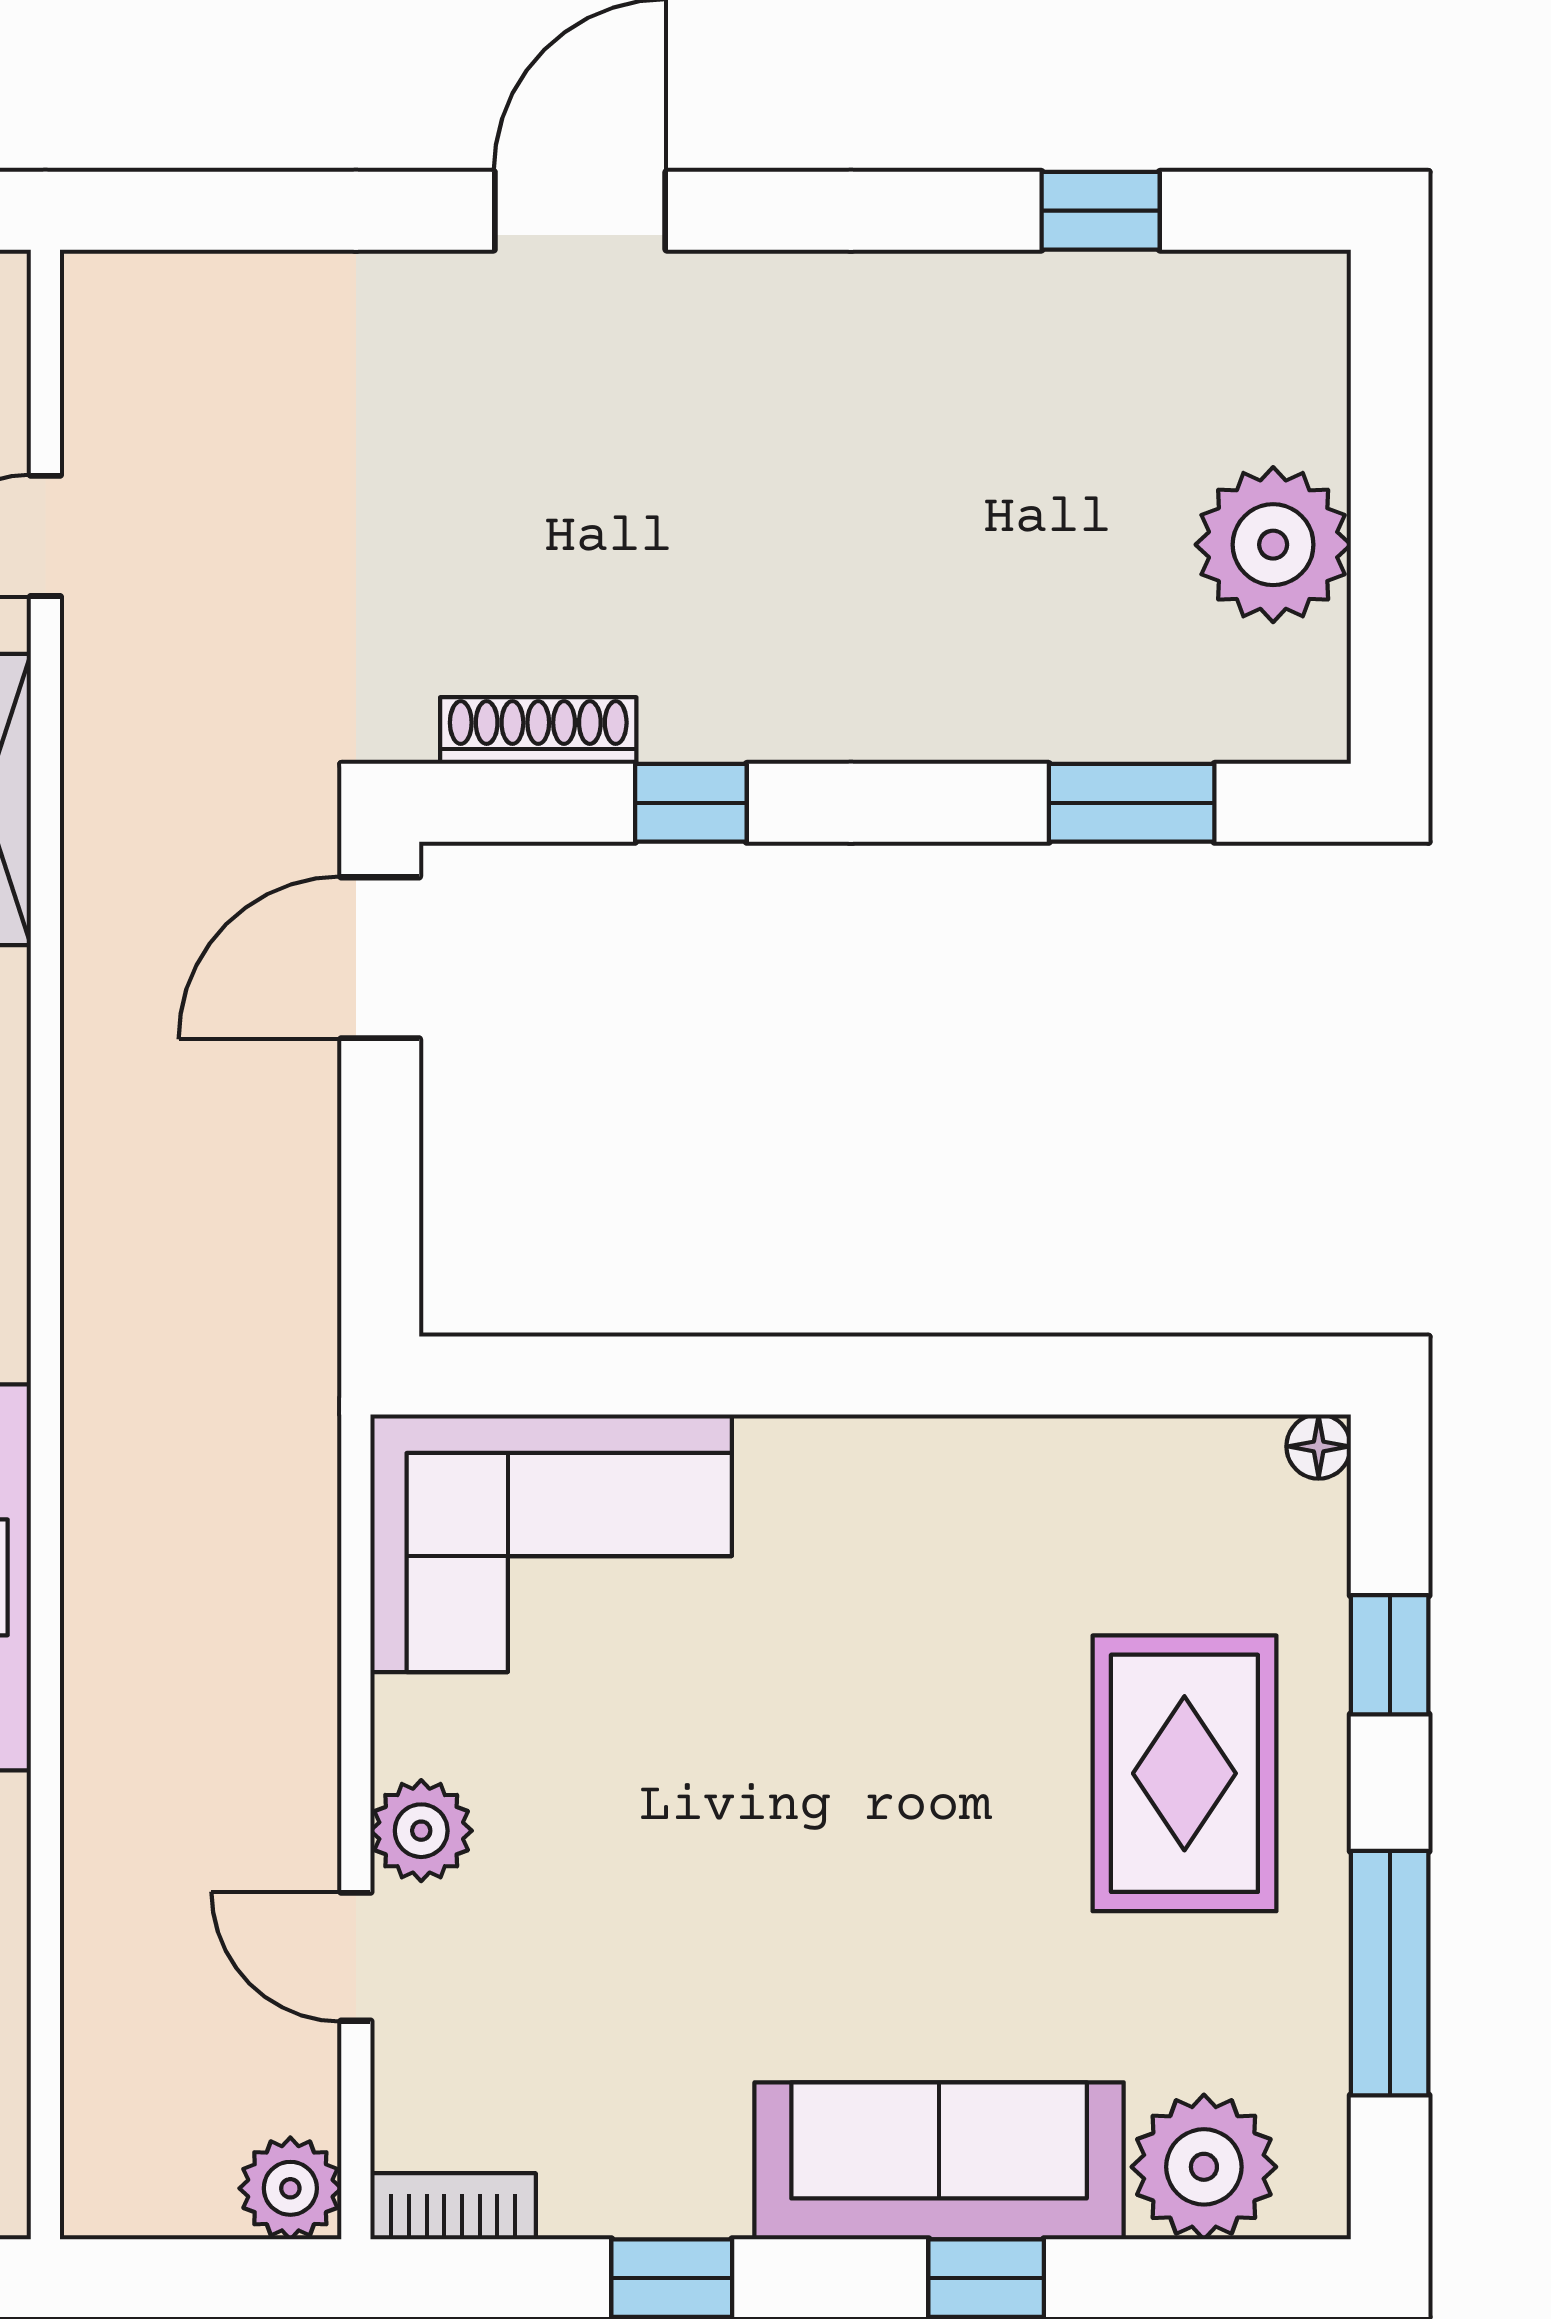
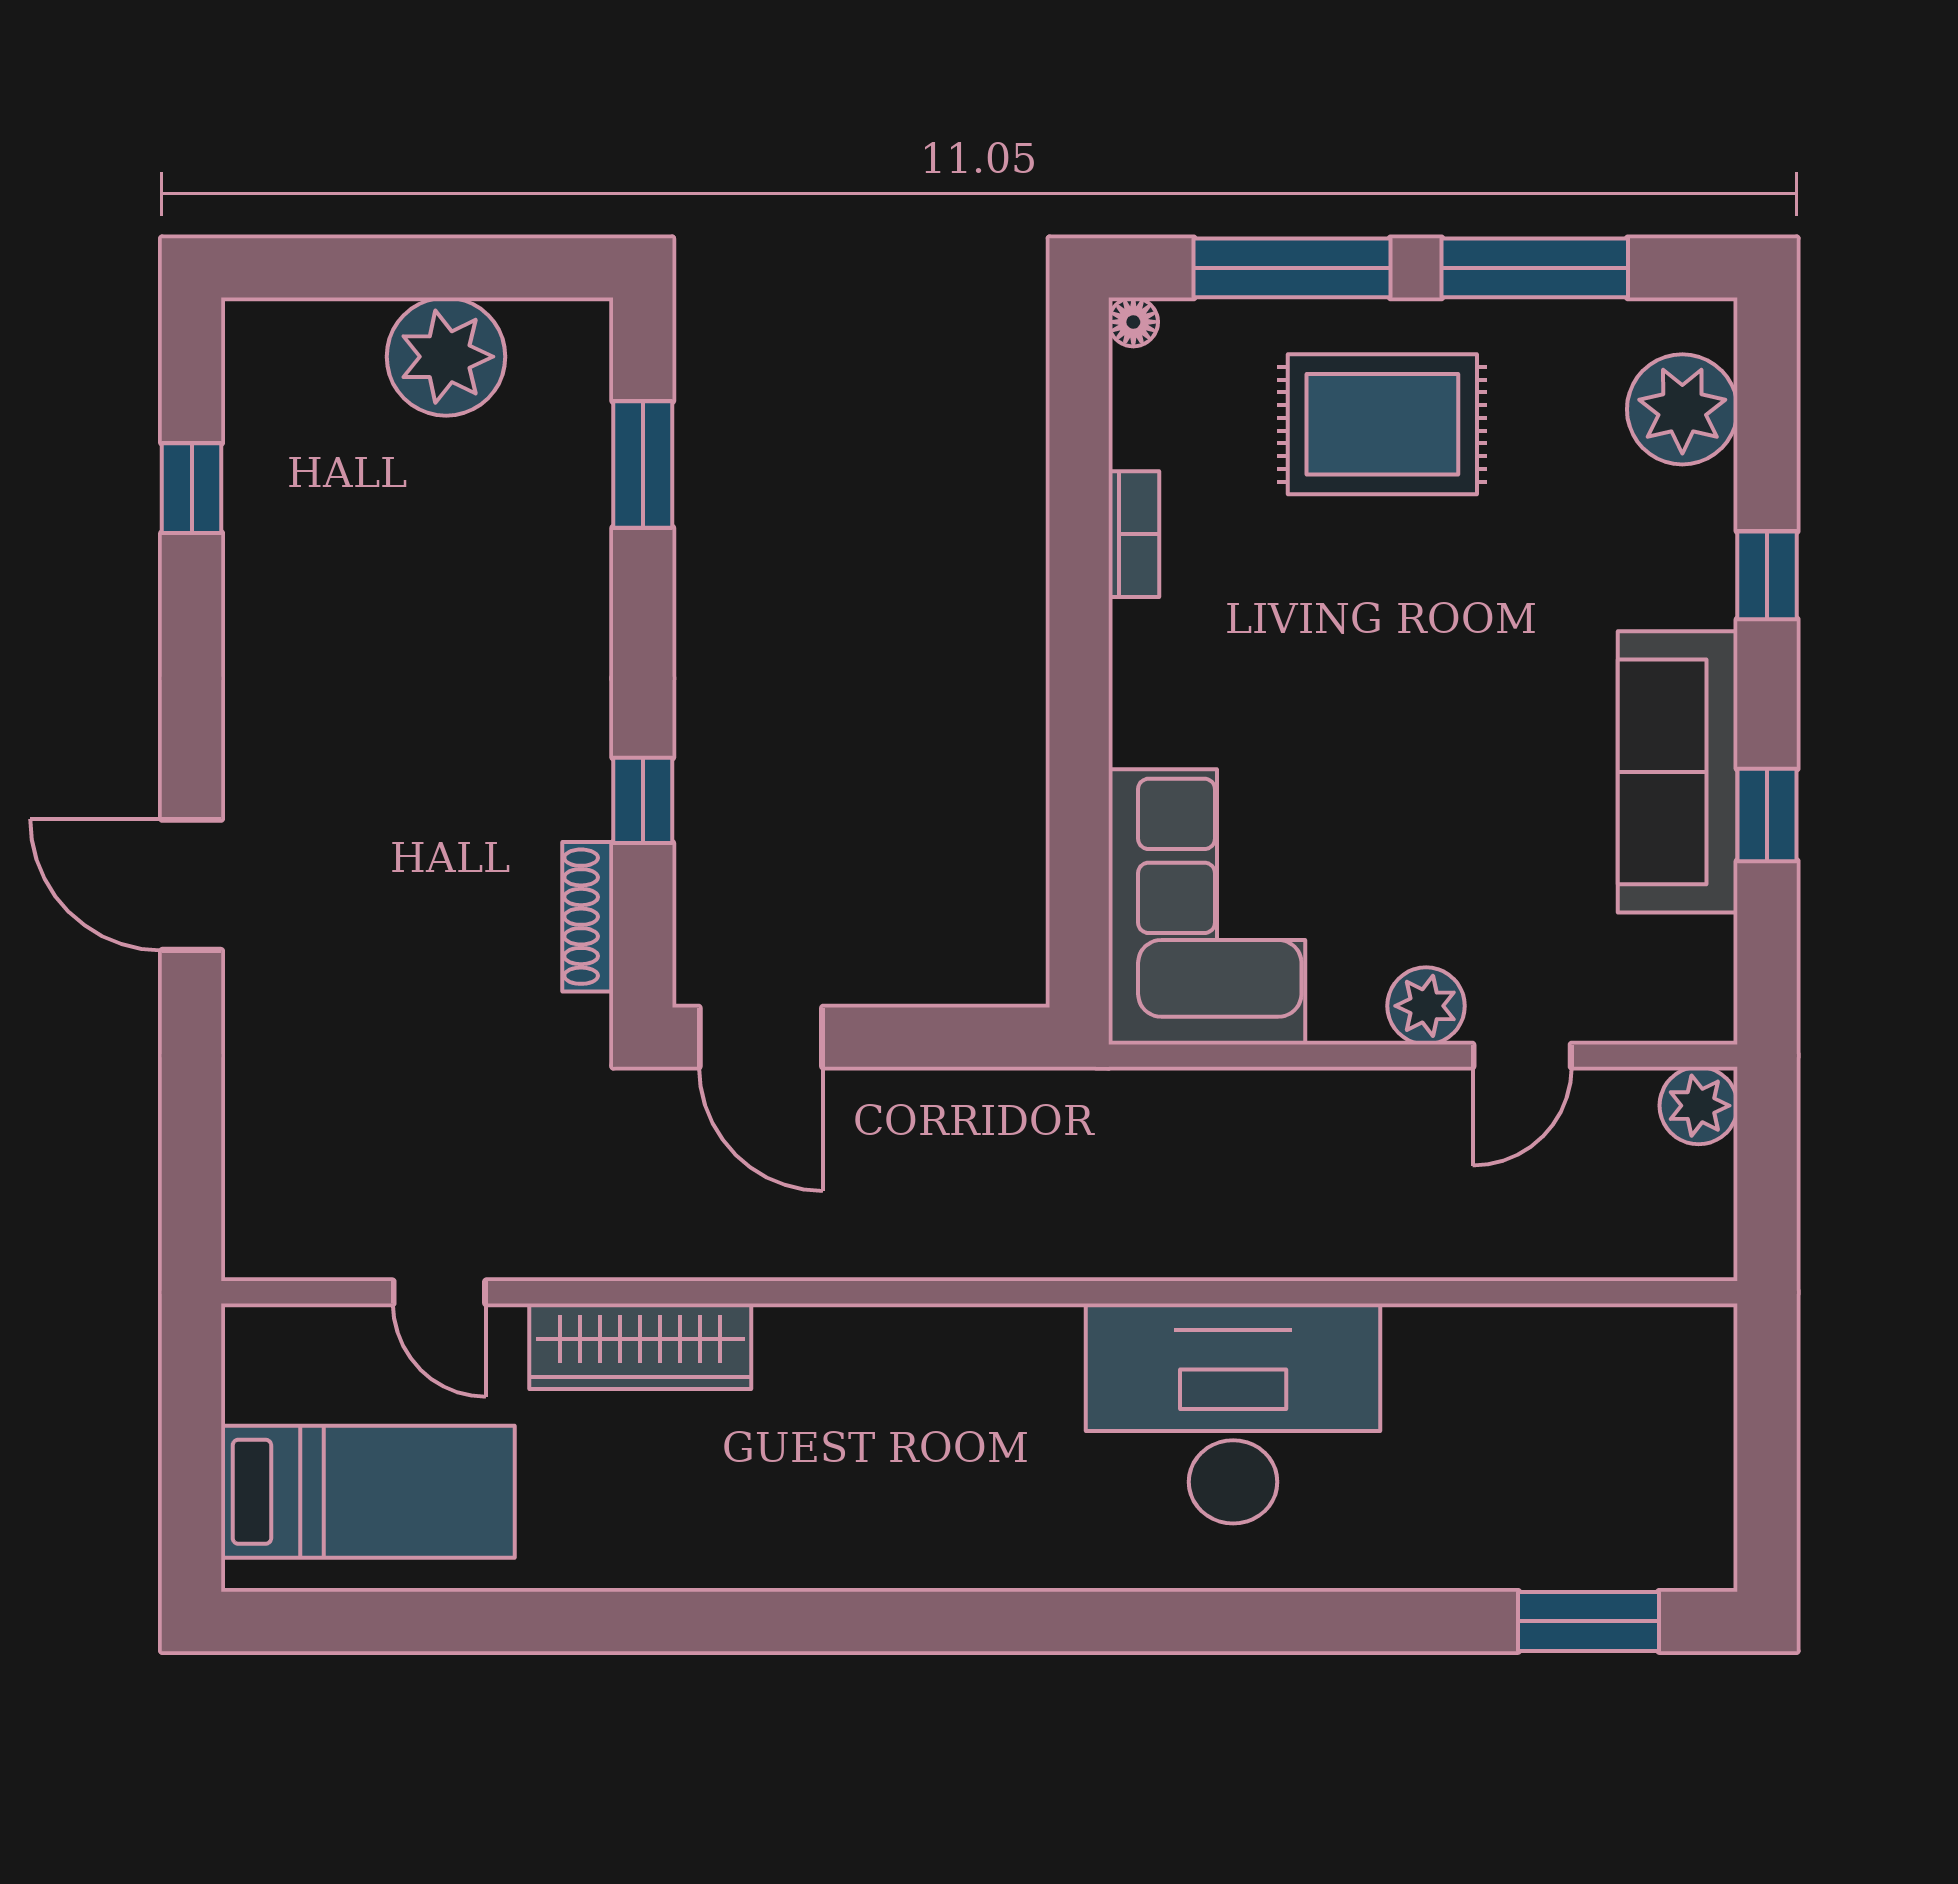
window: (1390, 1655) -> (1292, 268), width x2.17
sofa: (939, 2161) -> (1678, 772), moved
bookcase: (453, 2206) -> (1134, 534), moved, turned 180

